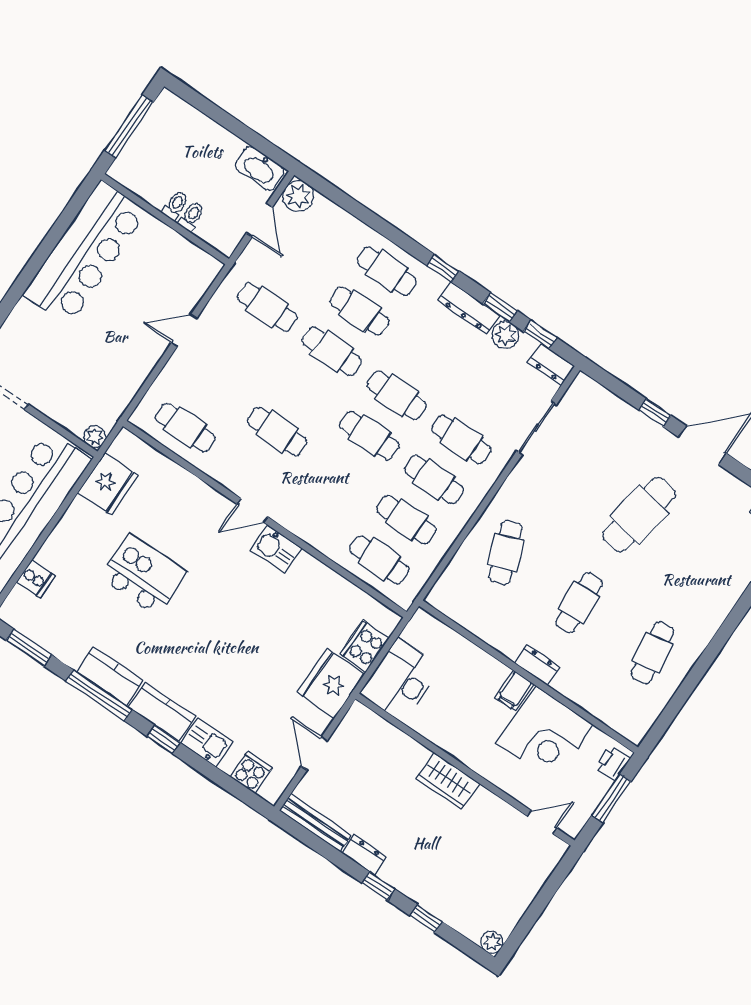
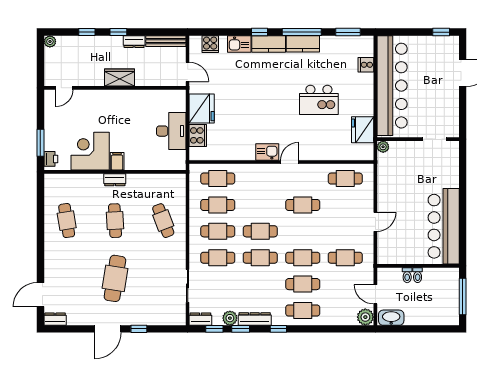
wall: (465, 770) -> (115, 88), moved
wardrobe: (447, 781) -> (119, 78), moved
door: (542, 822) -> (64, 88), moved

